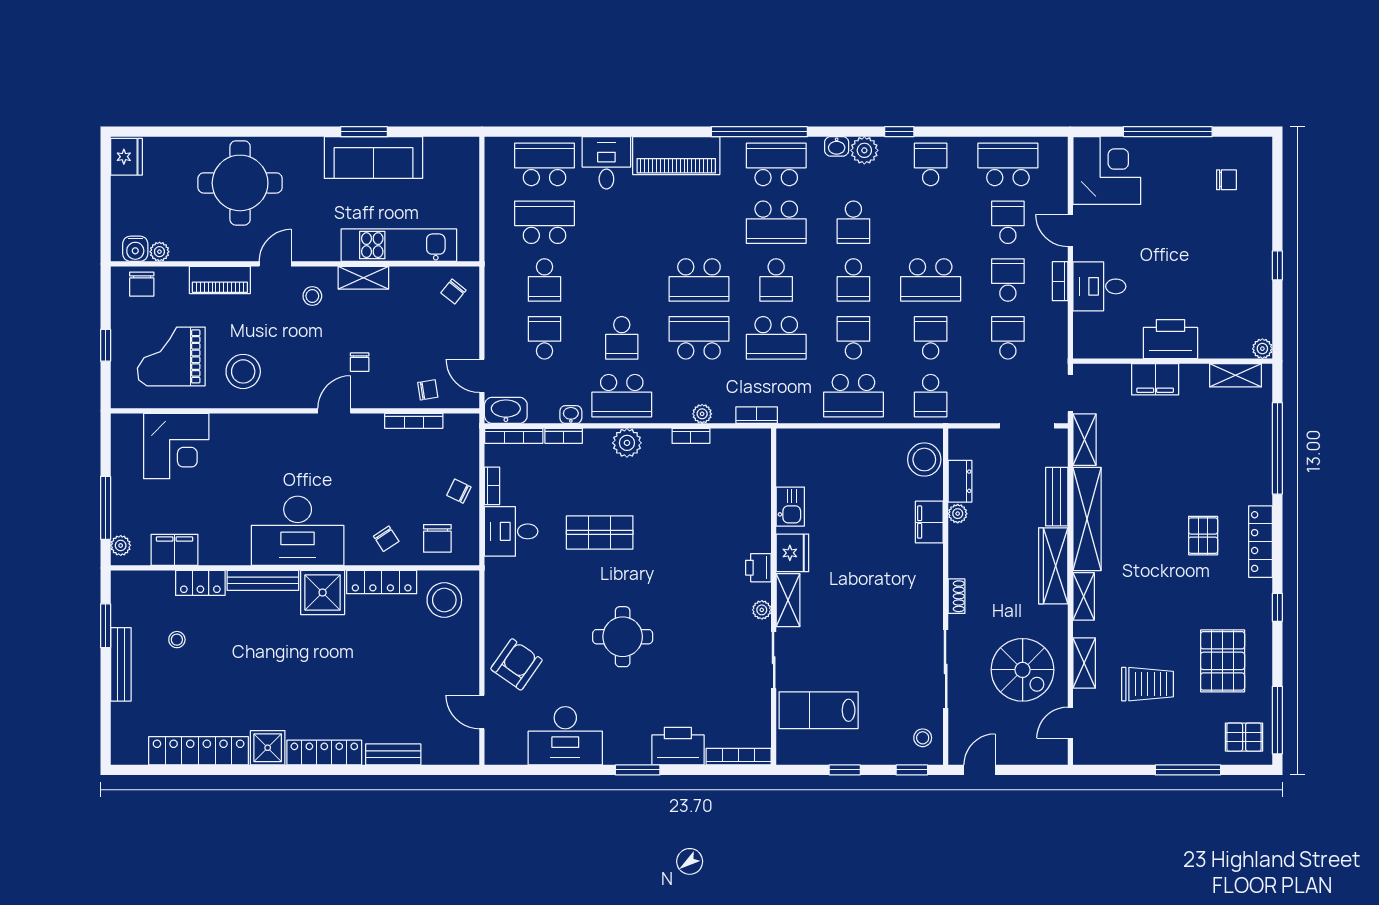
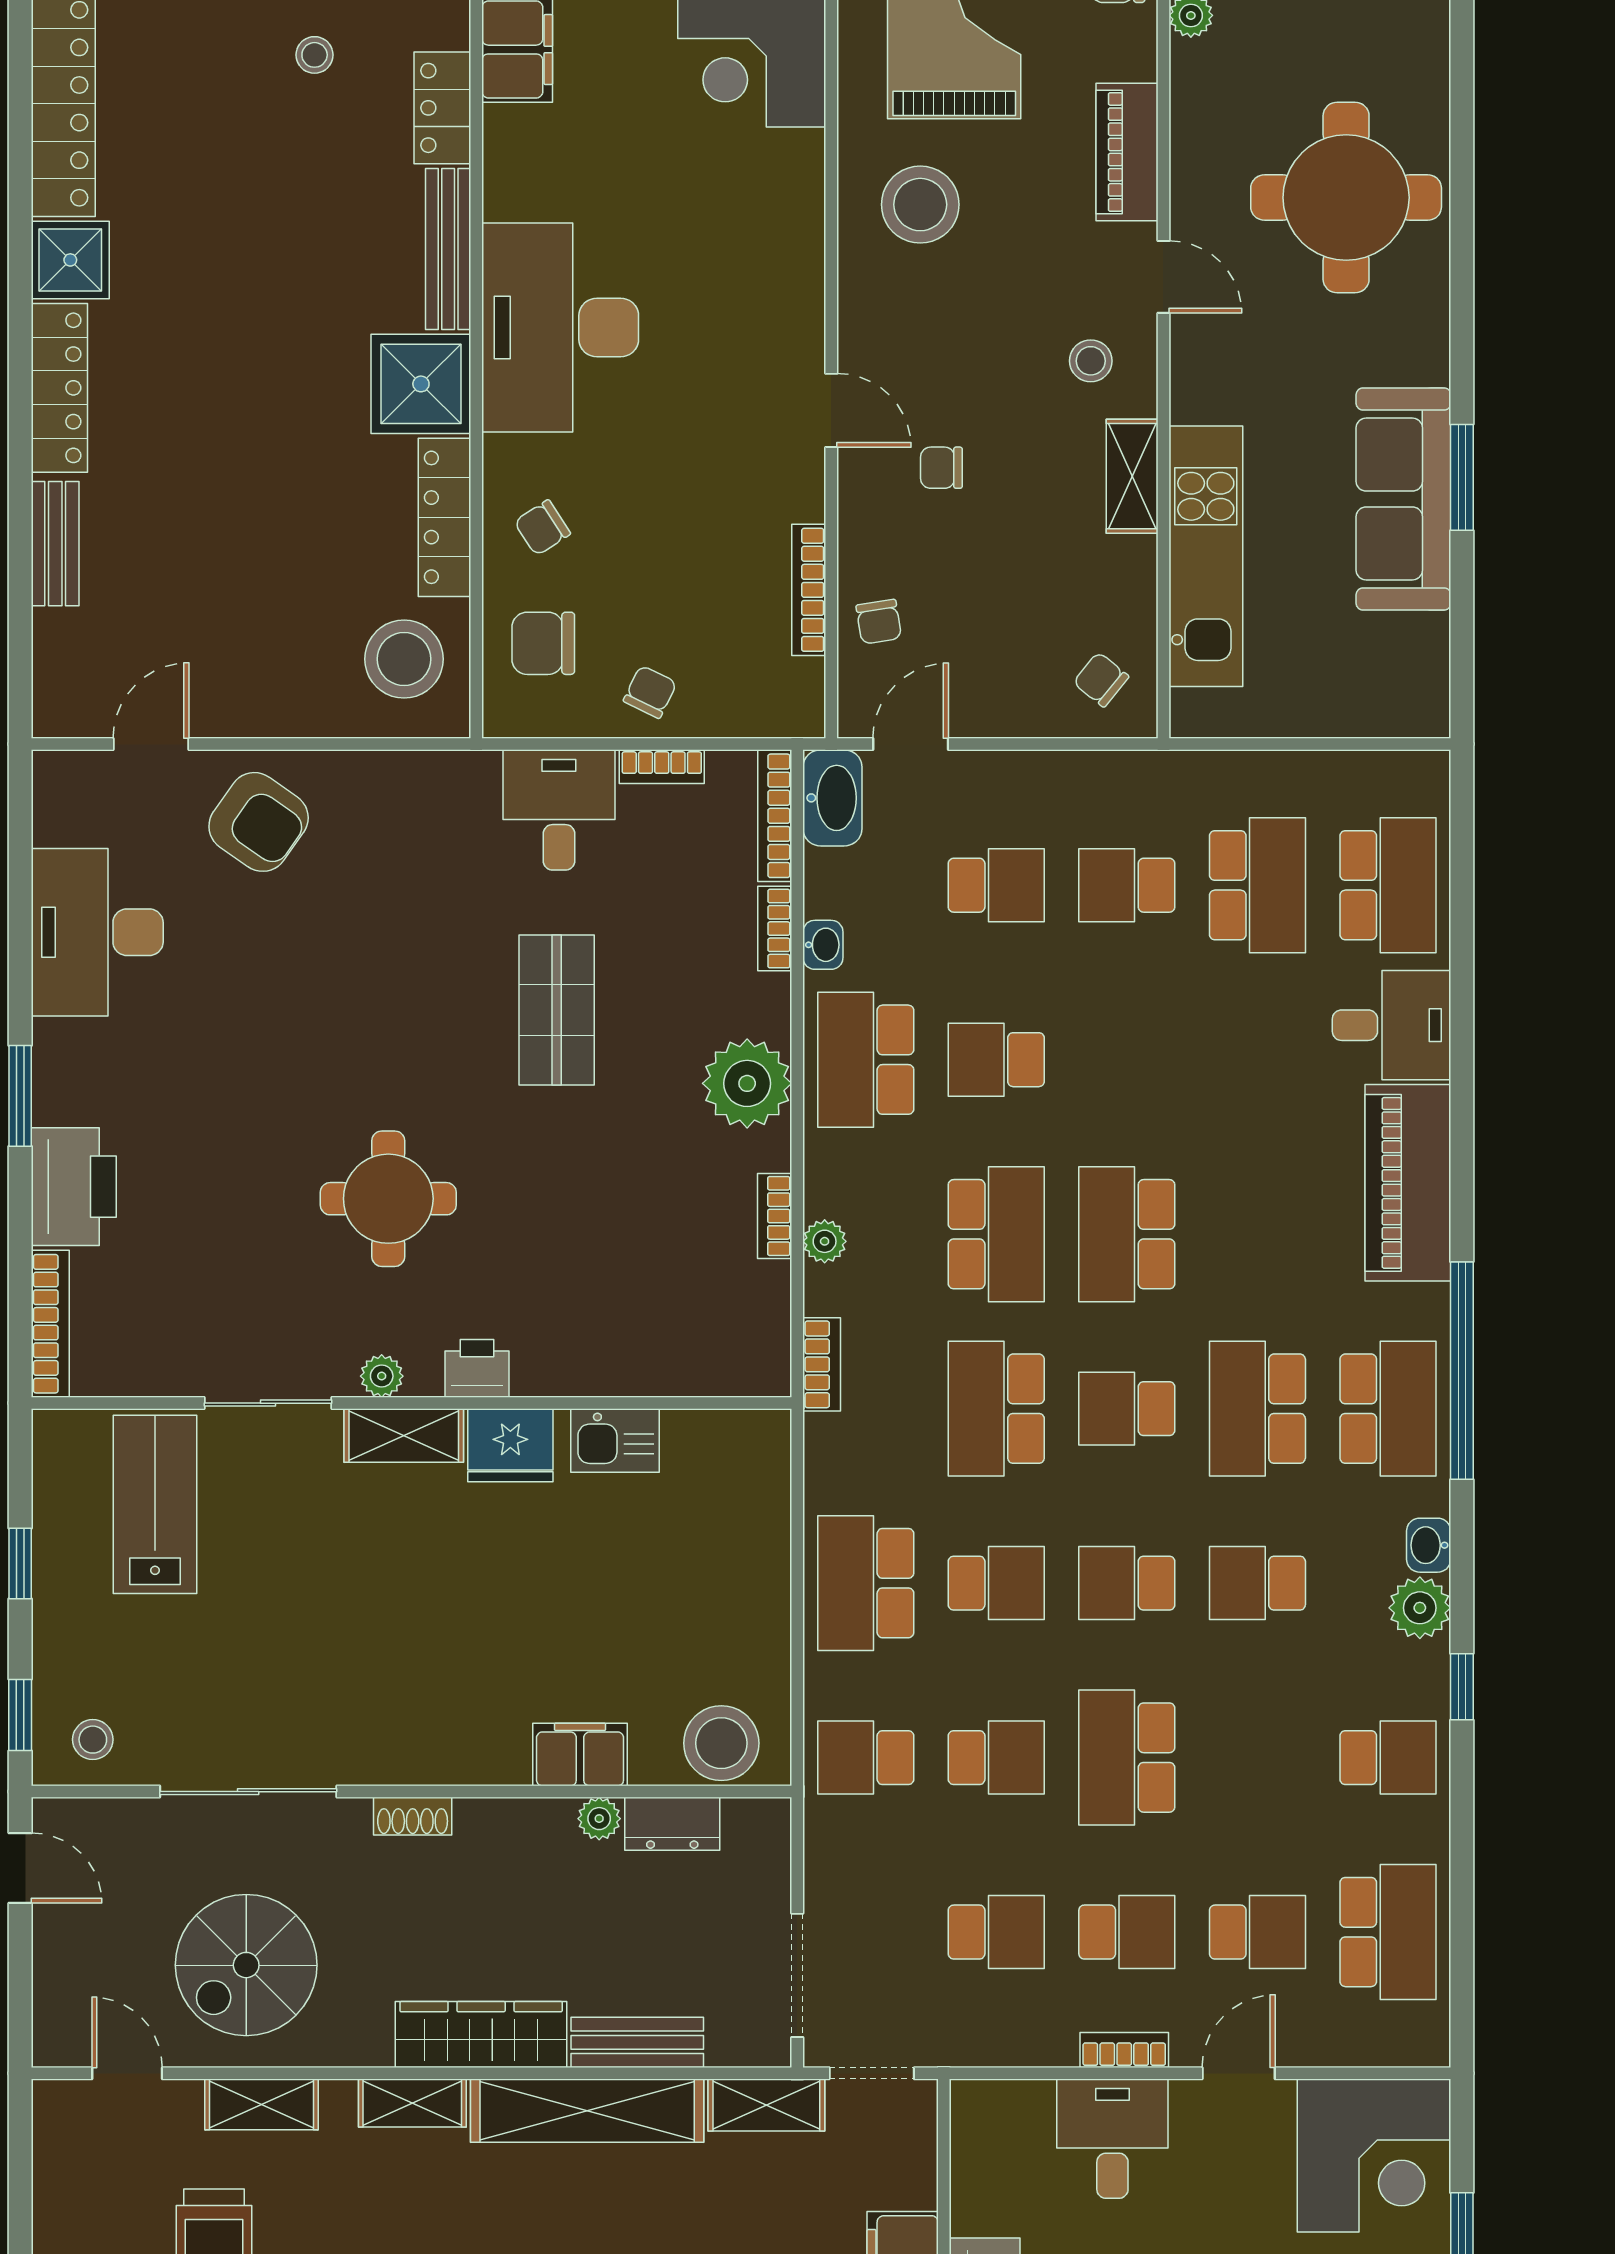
plant: (627, 443) -> (747, 1083), width x1.36, depth x1.36
round table: (623, 637) -> (388, 1199), moved

